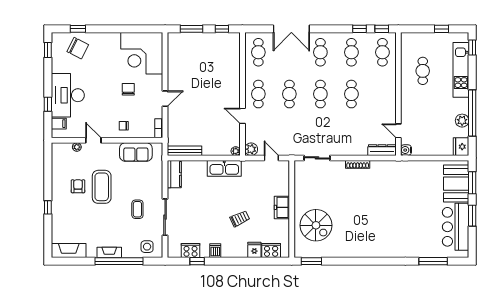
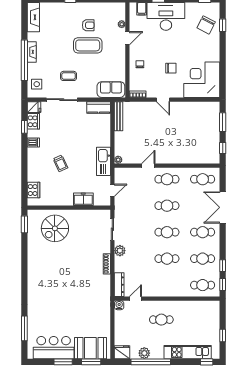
cafe table: (423, 71) -> (161, 320), moved
plant: (251, 149) -> (120, 251), moved
sofa: (136, 152) -> (111, 90), moved, turned 90
kitchen sink: (224, 168) -> (104, 161), moved
freezer: (282, 207) -> (83, 199), moved
fridge: (254, 250) -> (34, 107), moved

